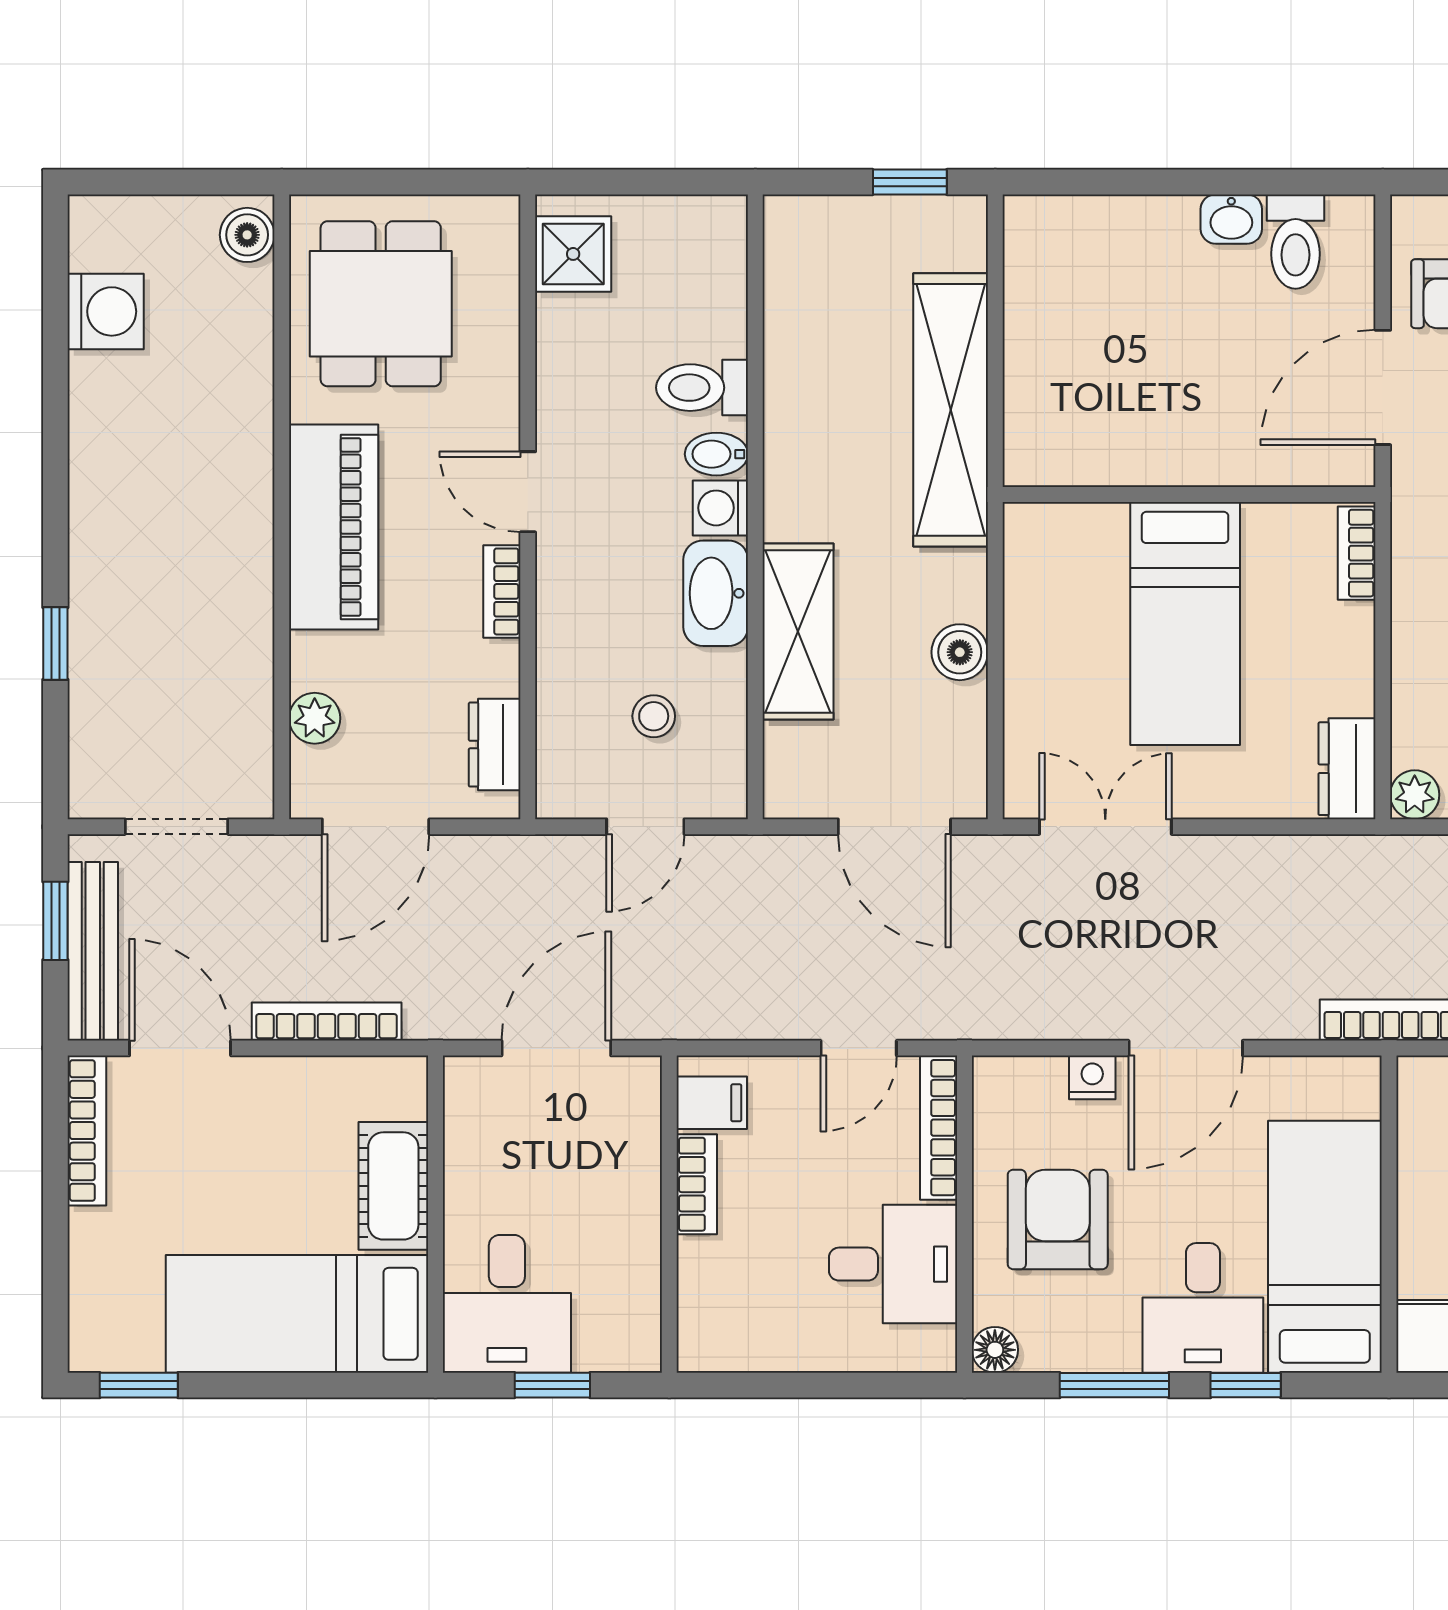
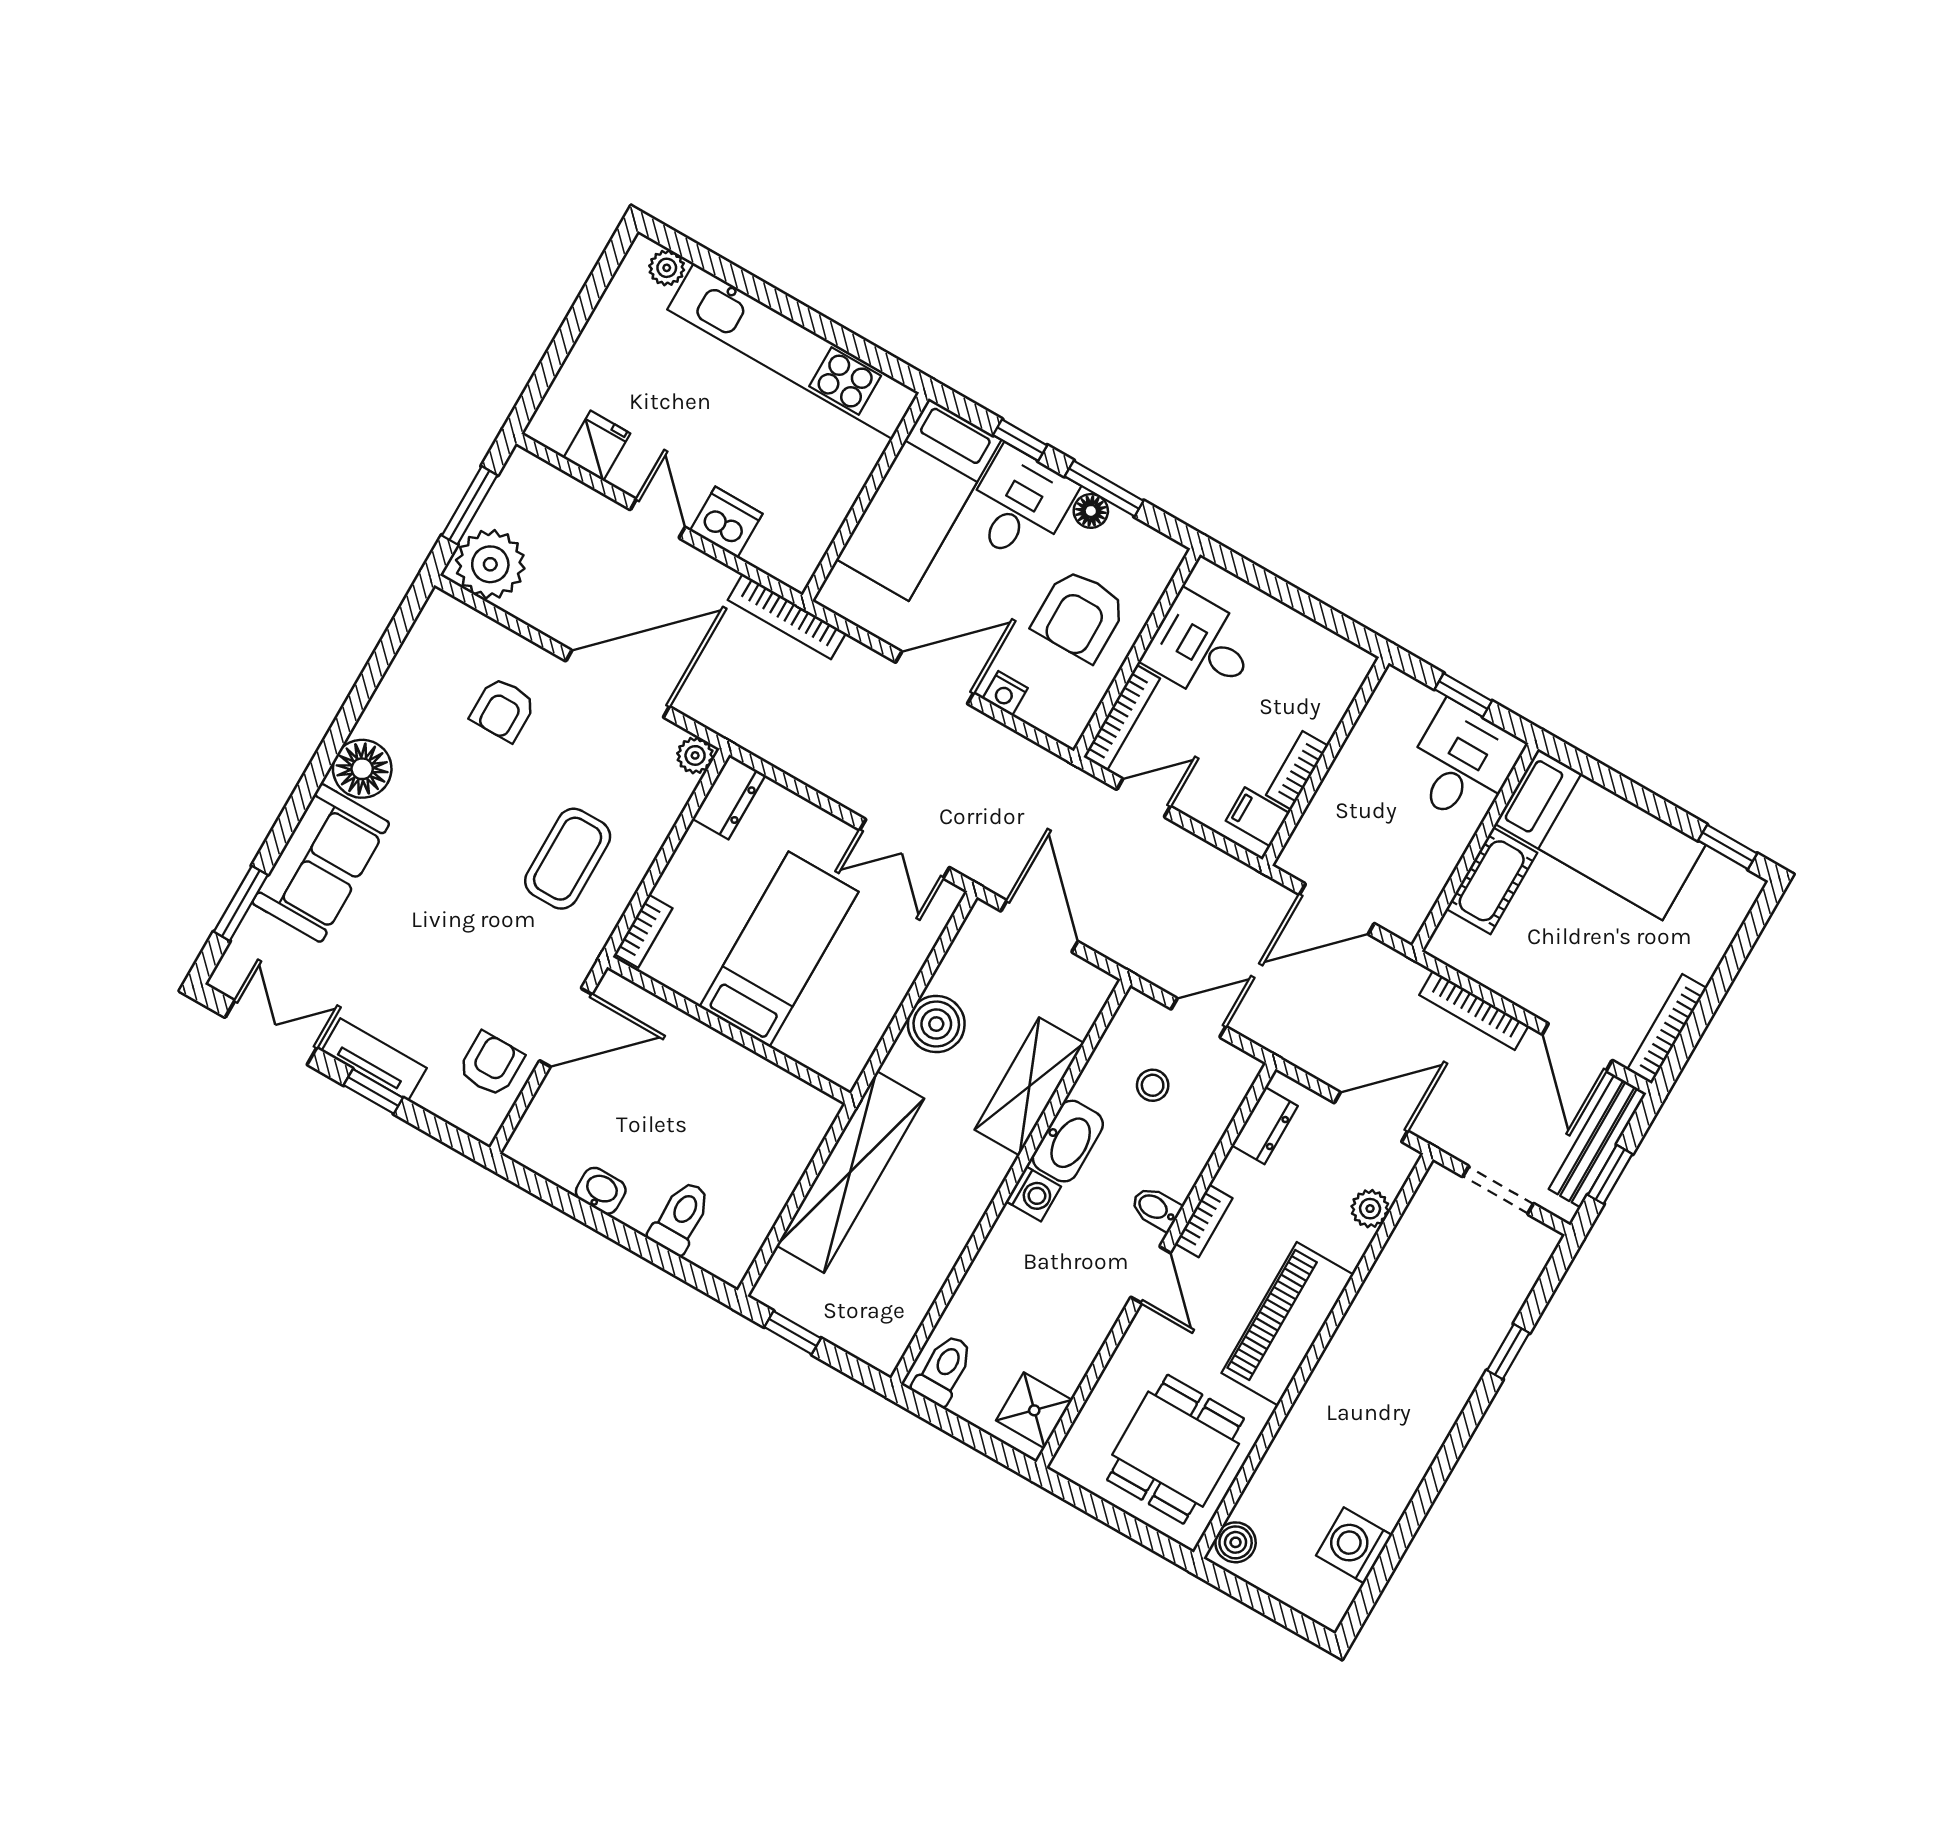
toilet: (1296, 242) -> (680, 1217), moved
toilet: (702, 388) -> (943, 1370), moved, turned -90
bidet: (716, 454) -> (1156, 1208), moved, turned 180
boiler: (960, 652) -> (936, 1024), width x1.36, depth x1.36
floor lamp: (995, 1350) -> (1091, 511), moved

